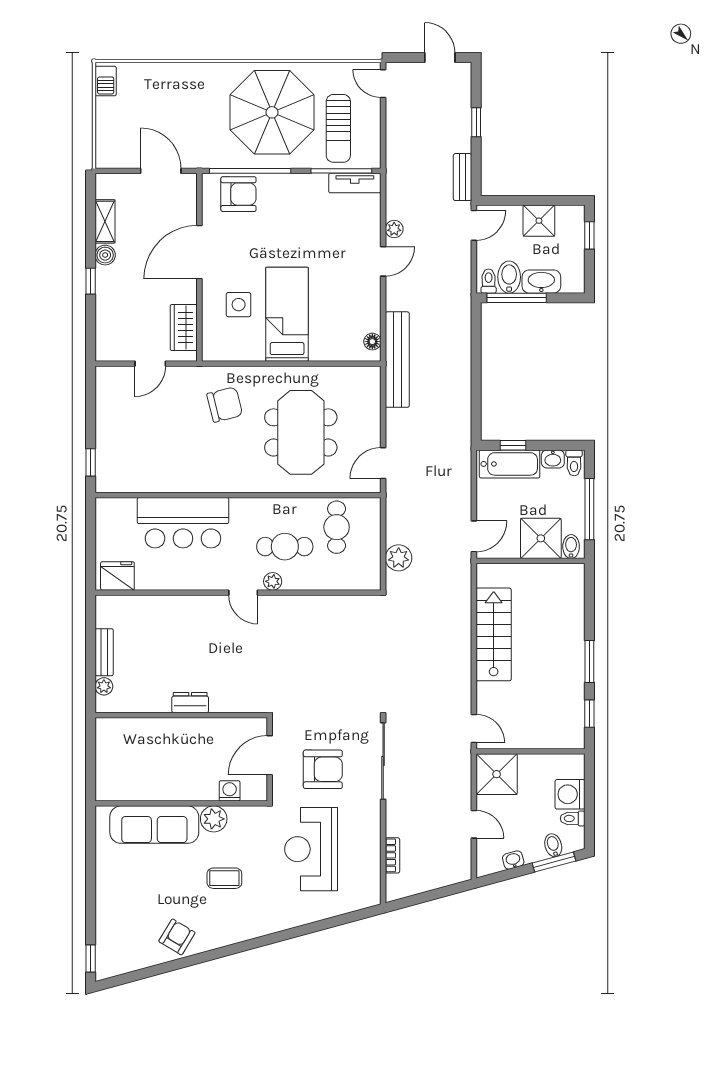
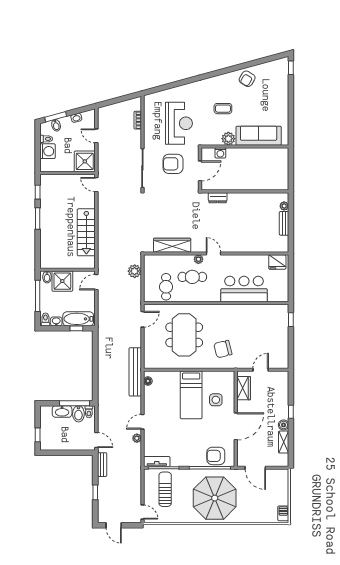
parasol: (272, 112) -> (215, 498), moved
shower: (539, 221) -> (63, 442), removed
door: (474, 225) -> (96, 440), swing flipped
wardrobe: (325, 609) -> (172, 245), added
dresser: (190, 703) -> (218, 198), moved

